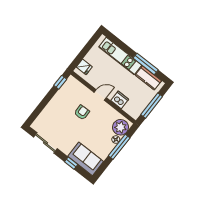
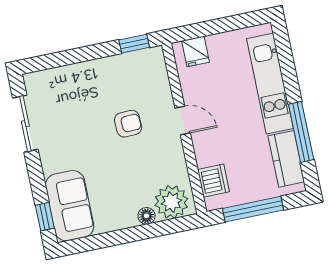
dishwasher: (120, 100) -> (213, 181), moved
window: (119, 147) -> (142, 232), removed
window: (71, 163) -> (45, 217), moved

